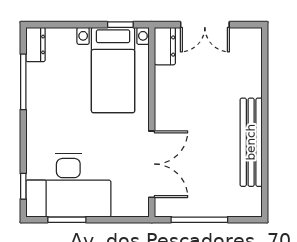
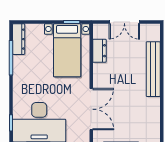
dresser: (36, 44) -> (19, 39), width x1.44
dresser: (165, 46) -> (99, 51), moved
bench: (251, 142) -> (153, 69), moved

